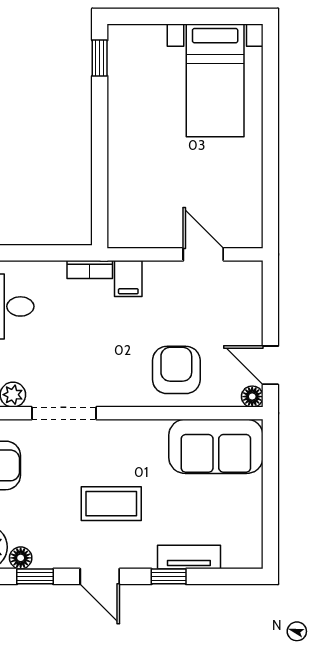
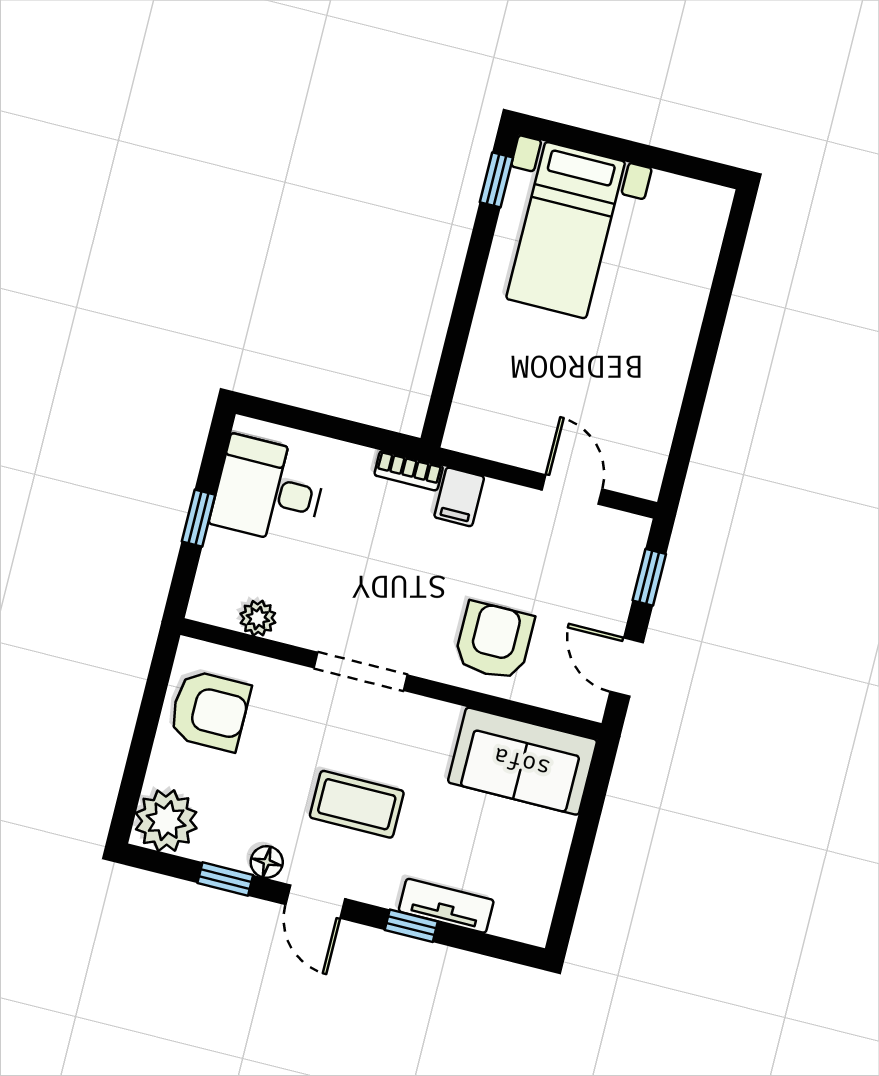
bed with nightstands: (215, 80) -> (566, 230), moved
window: (270, 301) -> (649, 577), added
floor lamp: (252, 397) -> (590, 704), removed
doorway: (64, 413) -> (361, 671), moved
floor lamp: (21, 558) -> (267, 862), moved

